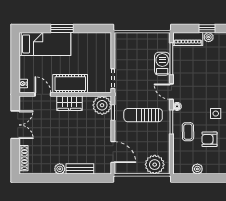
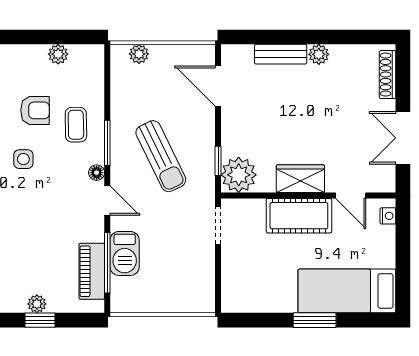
piano: (188, 39) -> (92, 271), moved, turned -90
sun lounger: (143, 115) -> (161, 156), turned 64
plant: (155, 165) -> (139, 54), width x0.53, depth x0.53

